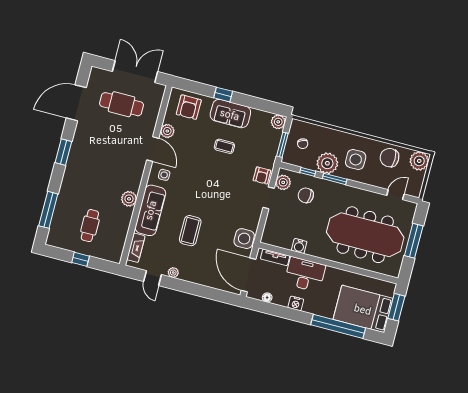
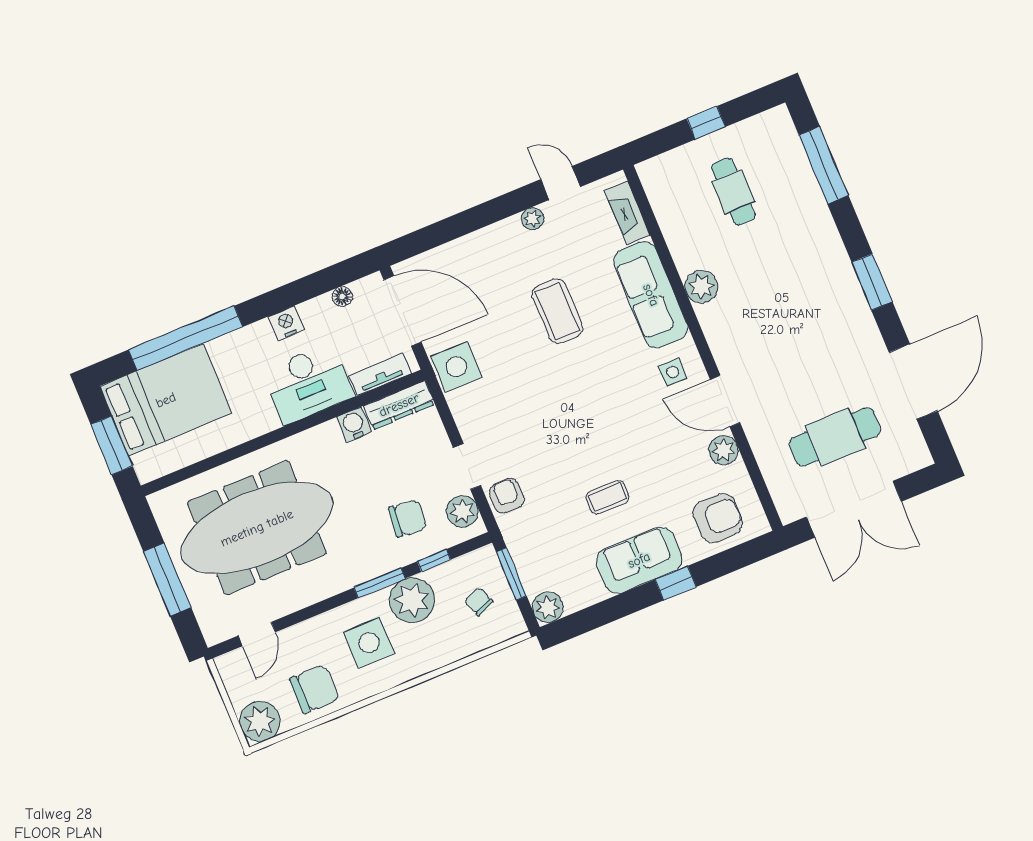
armchair: (189, 107) -> (718, 518), turned 90
dresser: (277, 240) -> (399, 405), added

